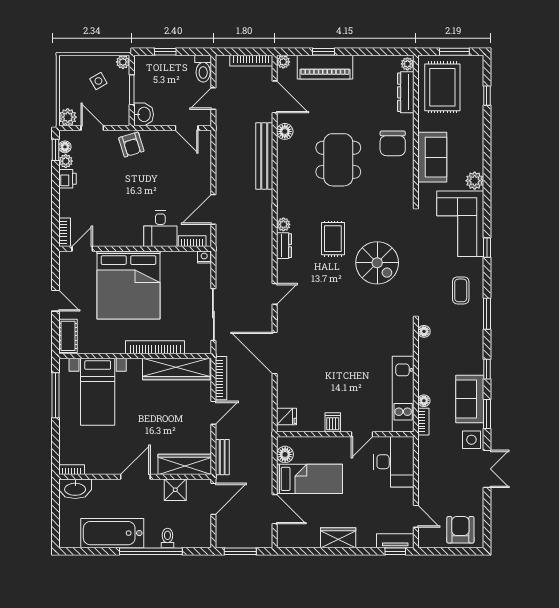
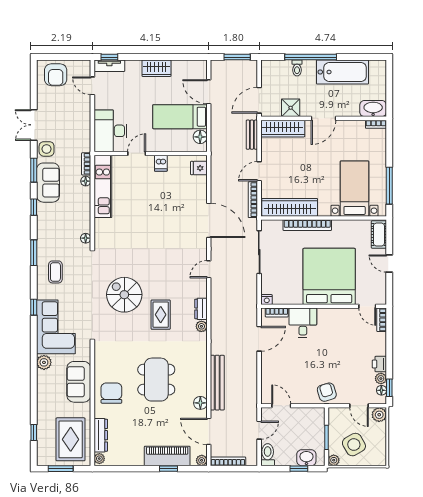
side table: (98, 81) -> (354, 445), width x1.87, depth x1.87
washbasin: (144, 114) -> (306, 458), moved, turned 90
door: (82, 249) -> (367, 306), hinge flipped

